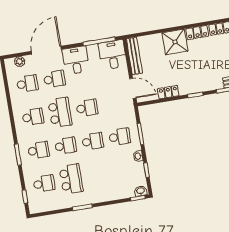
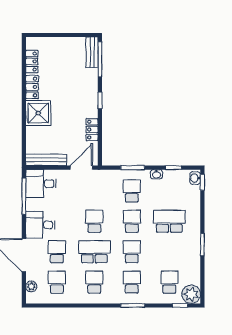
school desk: (71, 179) -> (169, 221), moved
plant: (37, 205) -> (191, 294), added

